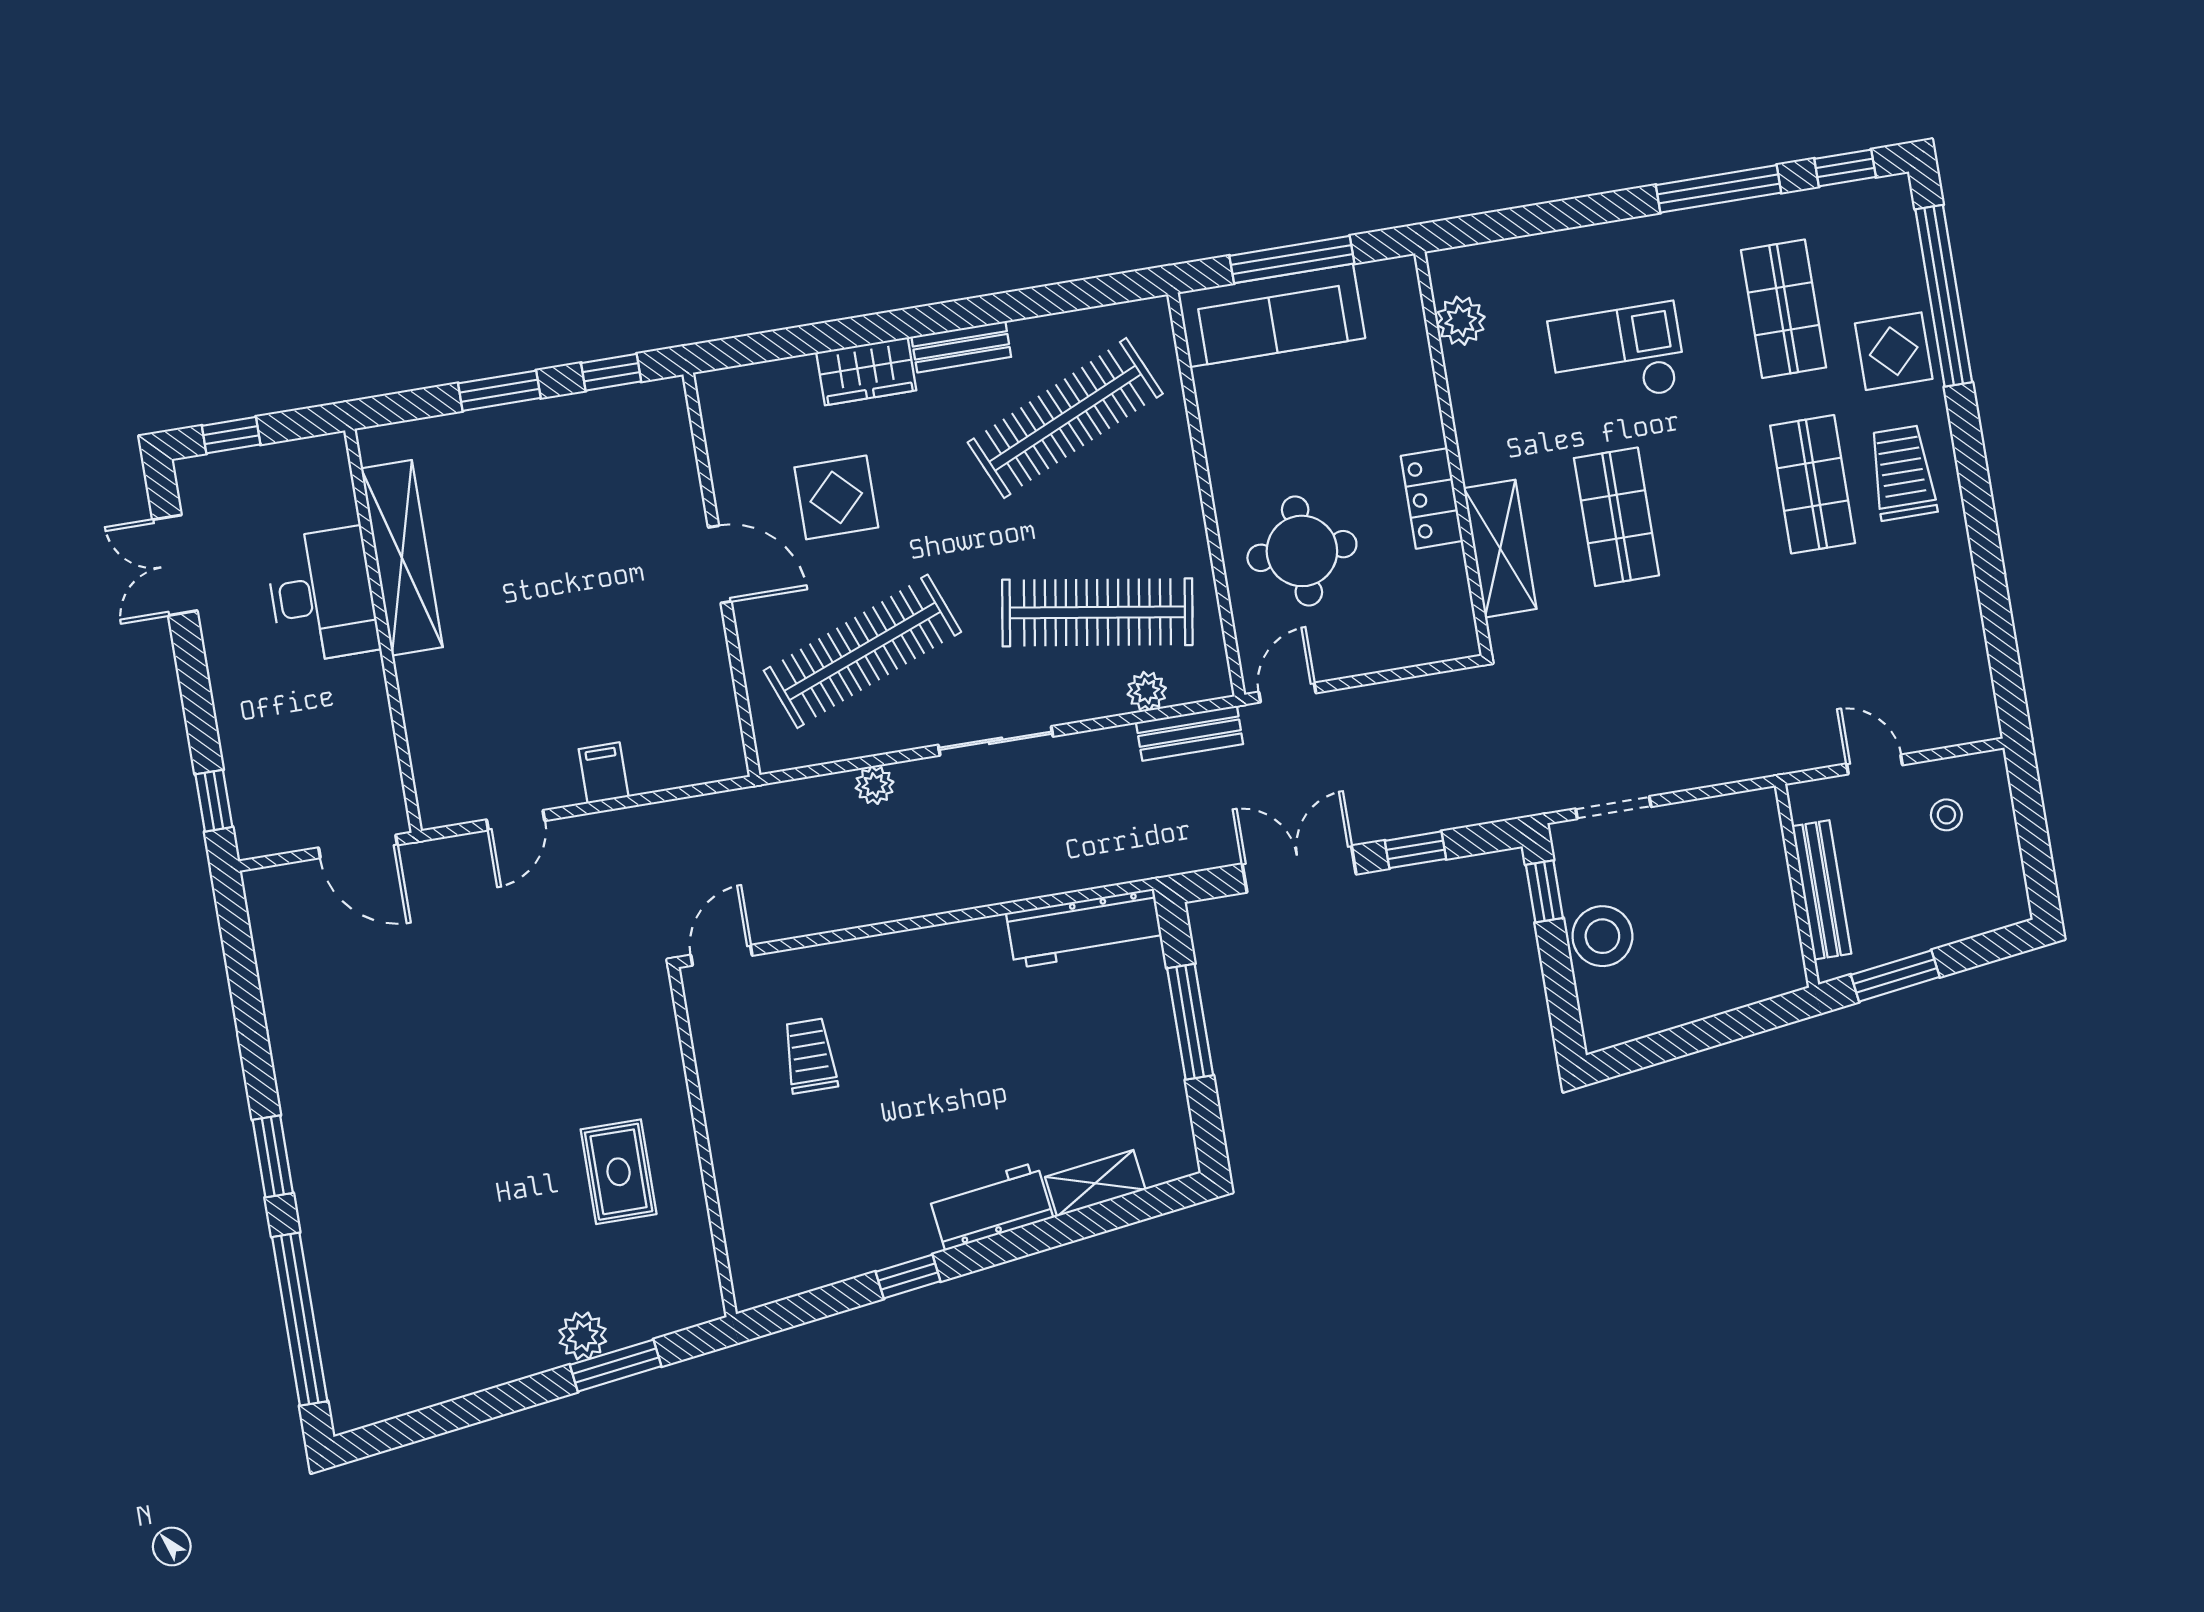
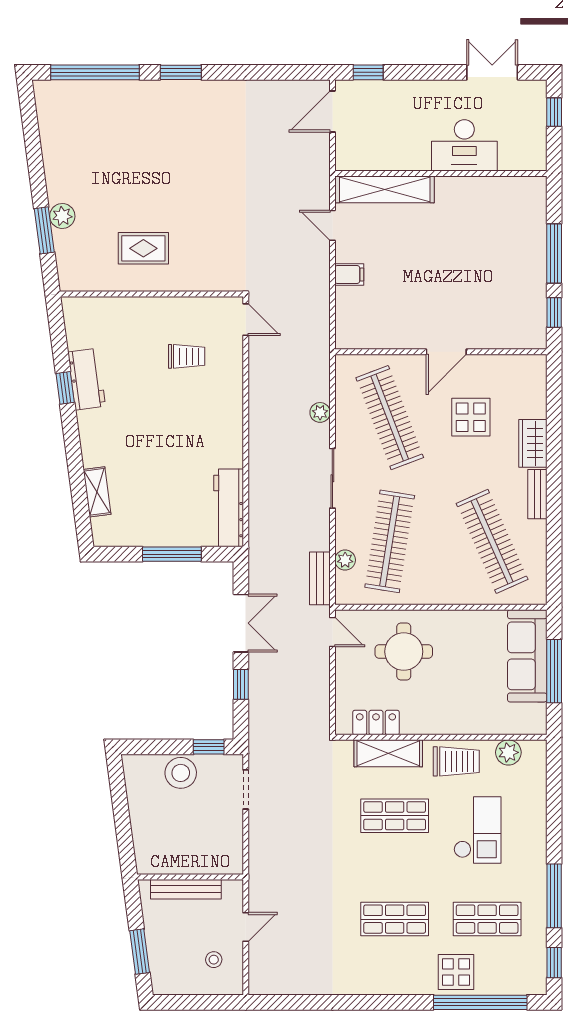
window: (499, 391) -> (554, 254), width x1.44
trolley: (1903, 473) -> (456, 761), moved
locker: (1432, 498) -> (376, 723), moved
shelving: (402, 558) -> (385, 189), moved
door: (358, 846) -> (332, 111), moved
window: (1895, 976) -> (140, 952), moved
workbench: (991, 1206) -> (87, 379), moved

